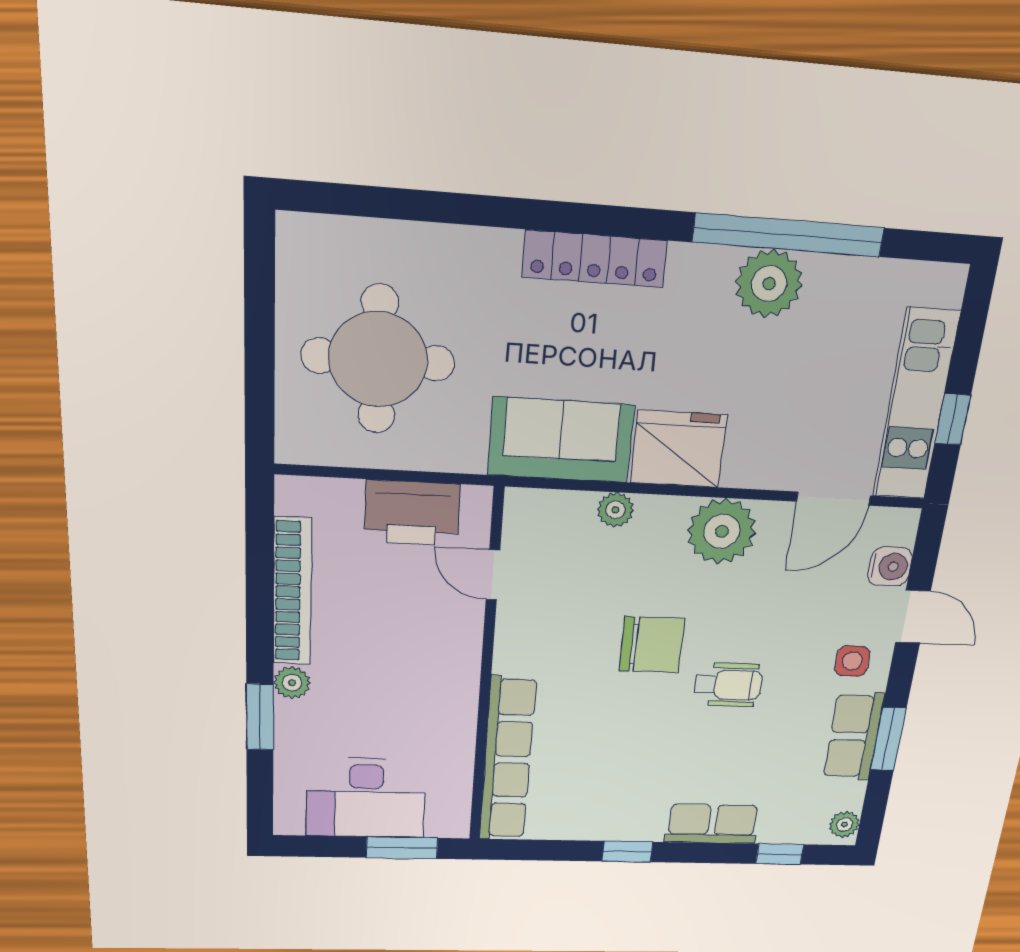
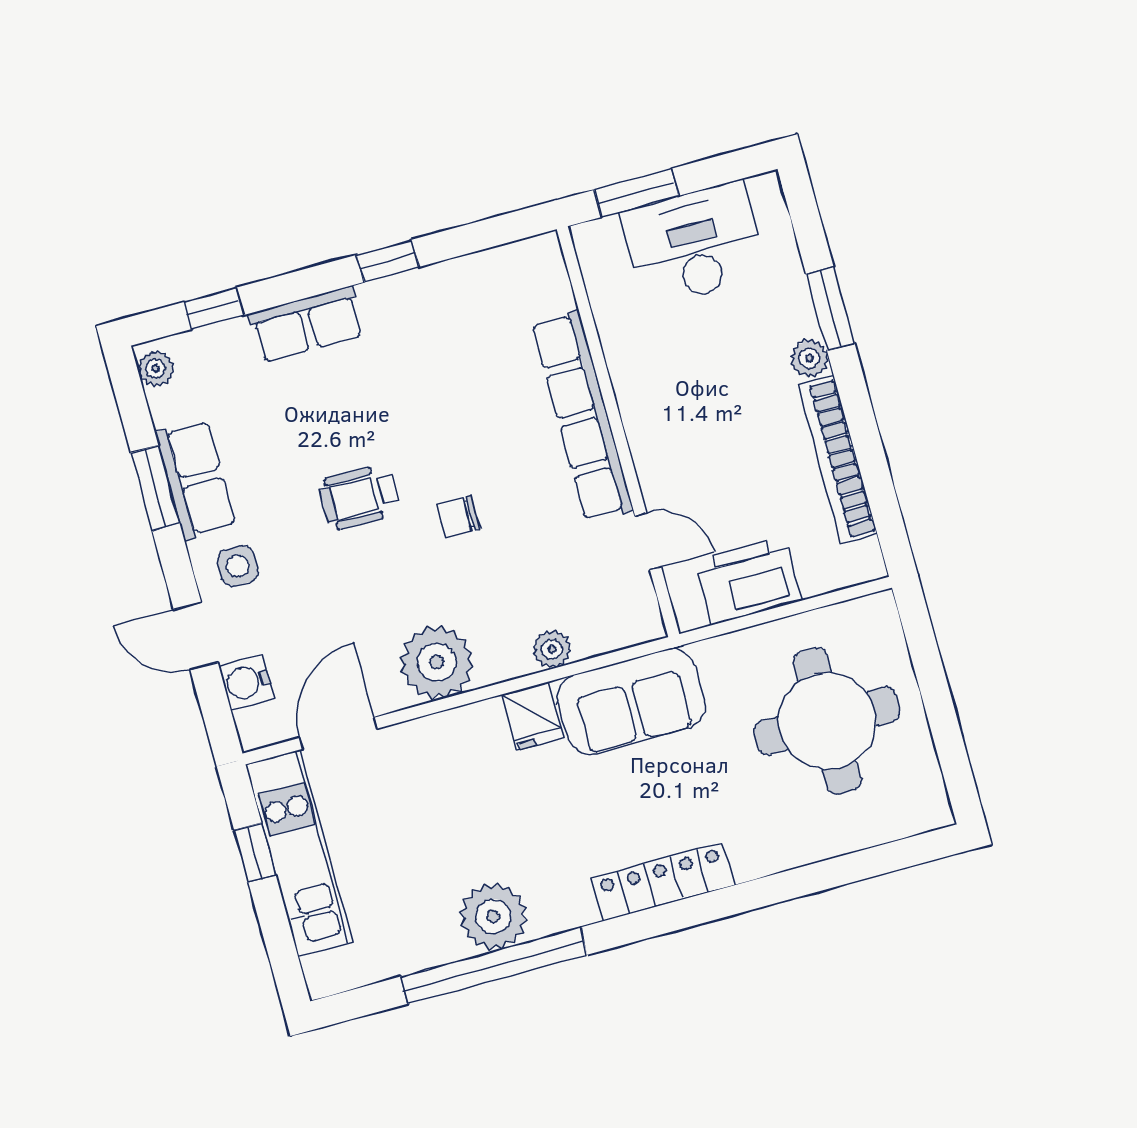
fridge: (678, 449) -> (533, 716), width x0.53, depth x0.75
chair: (652, 645) -> (459, 517), width x0.54, depth x0.54
row of seats: (507, 760) -> (582, 416), moved

